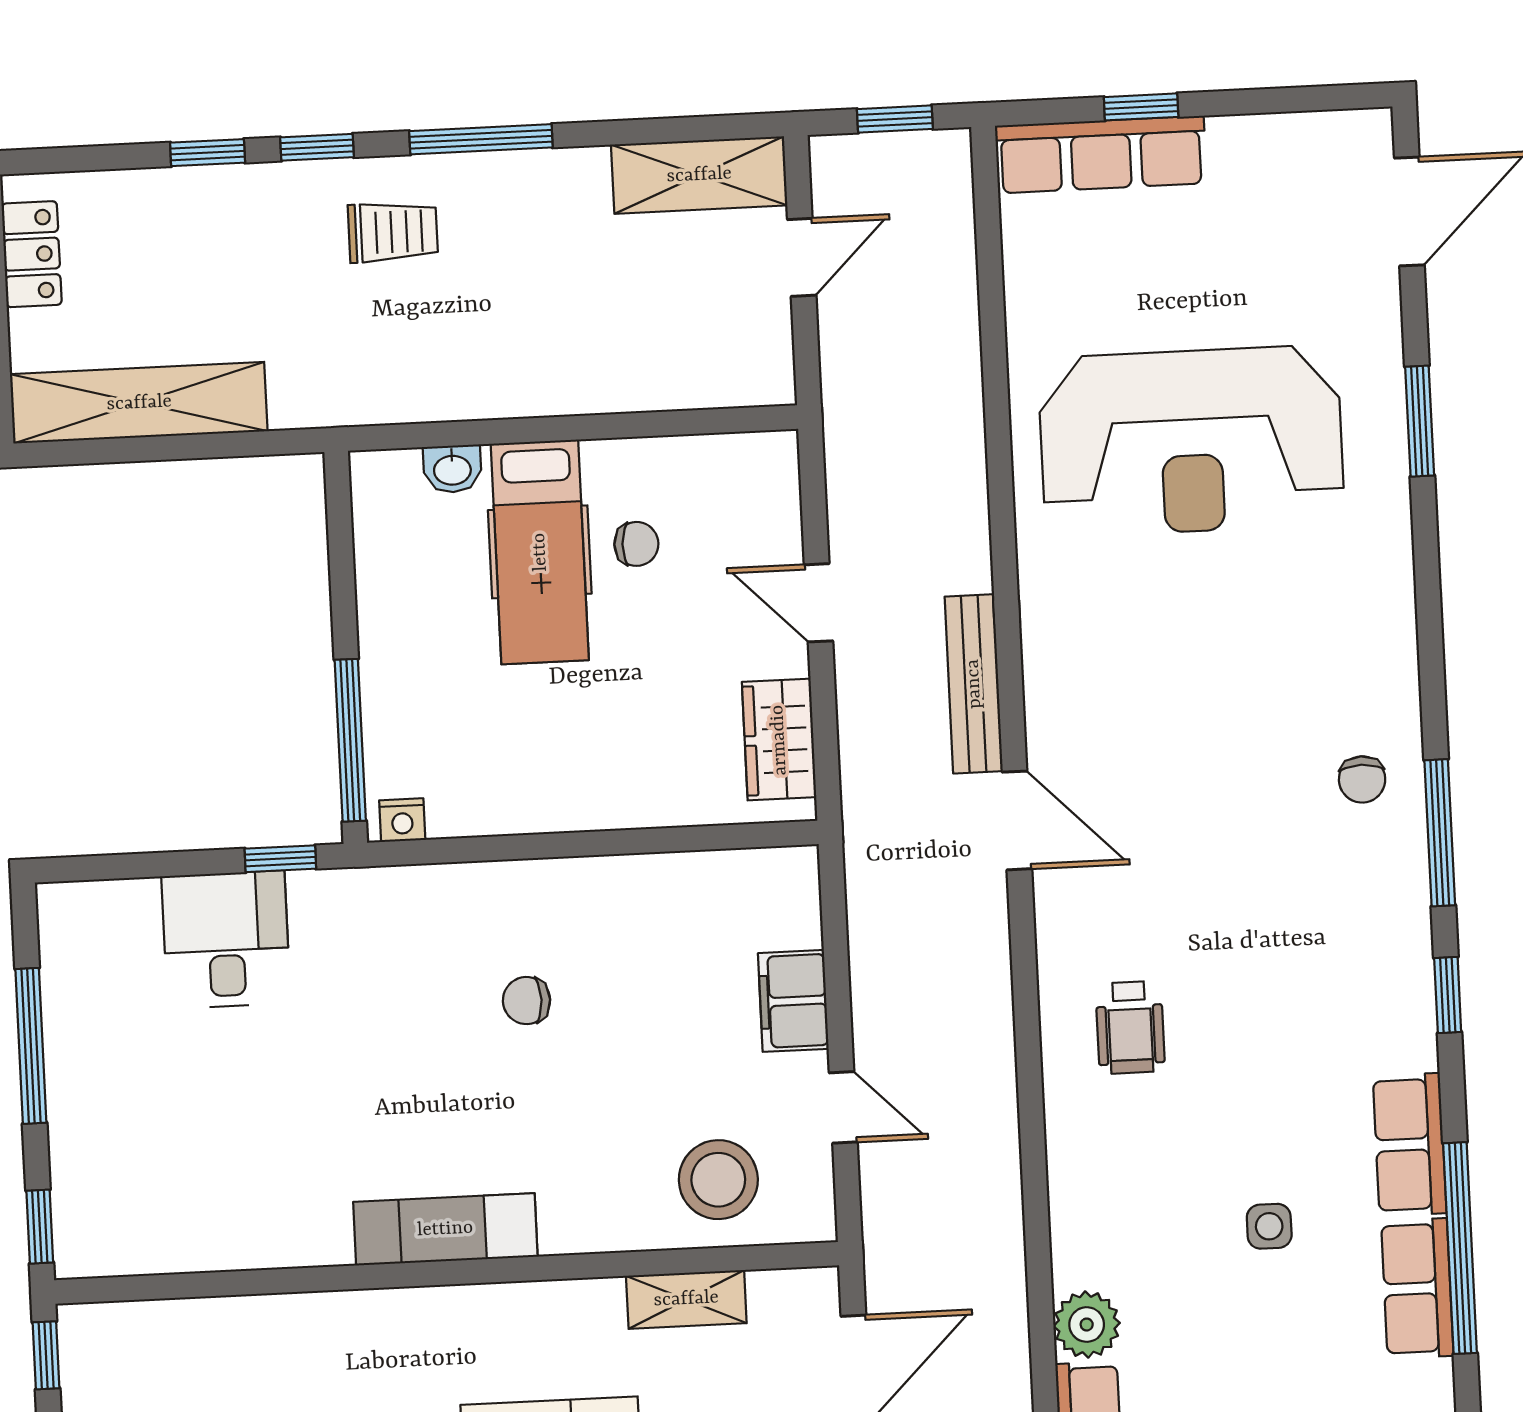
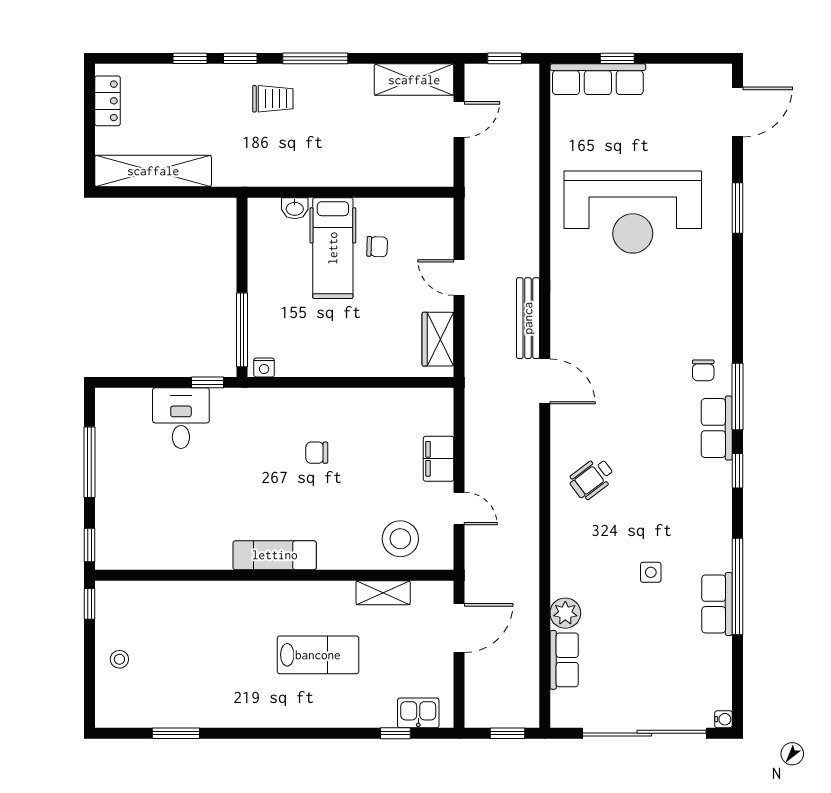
wheelchair: (1130, 1027) -> (592, 478), turned 53
row of seats: (1410, 1145) -> (717, 428), moved

